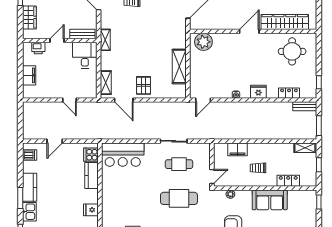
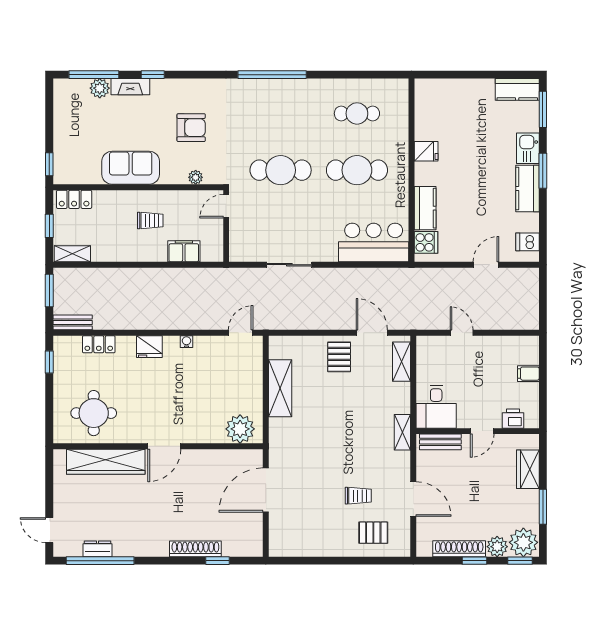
filing cabinet: (29, 75) -> (528, 374), width x0.50
cafe table: (179, 164) -> (357, 170), moved, width x1.37, depth x1.35
locker: (288, 181) -> (74, 199), moved

